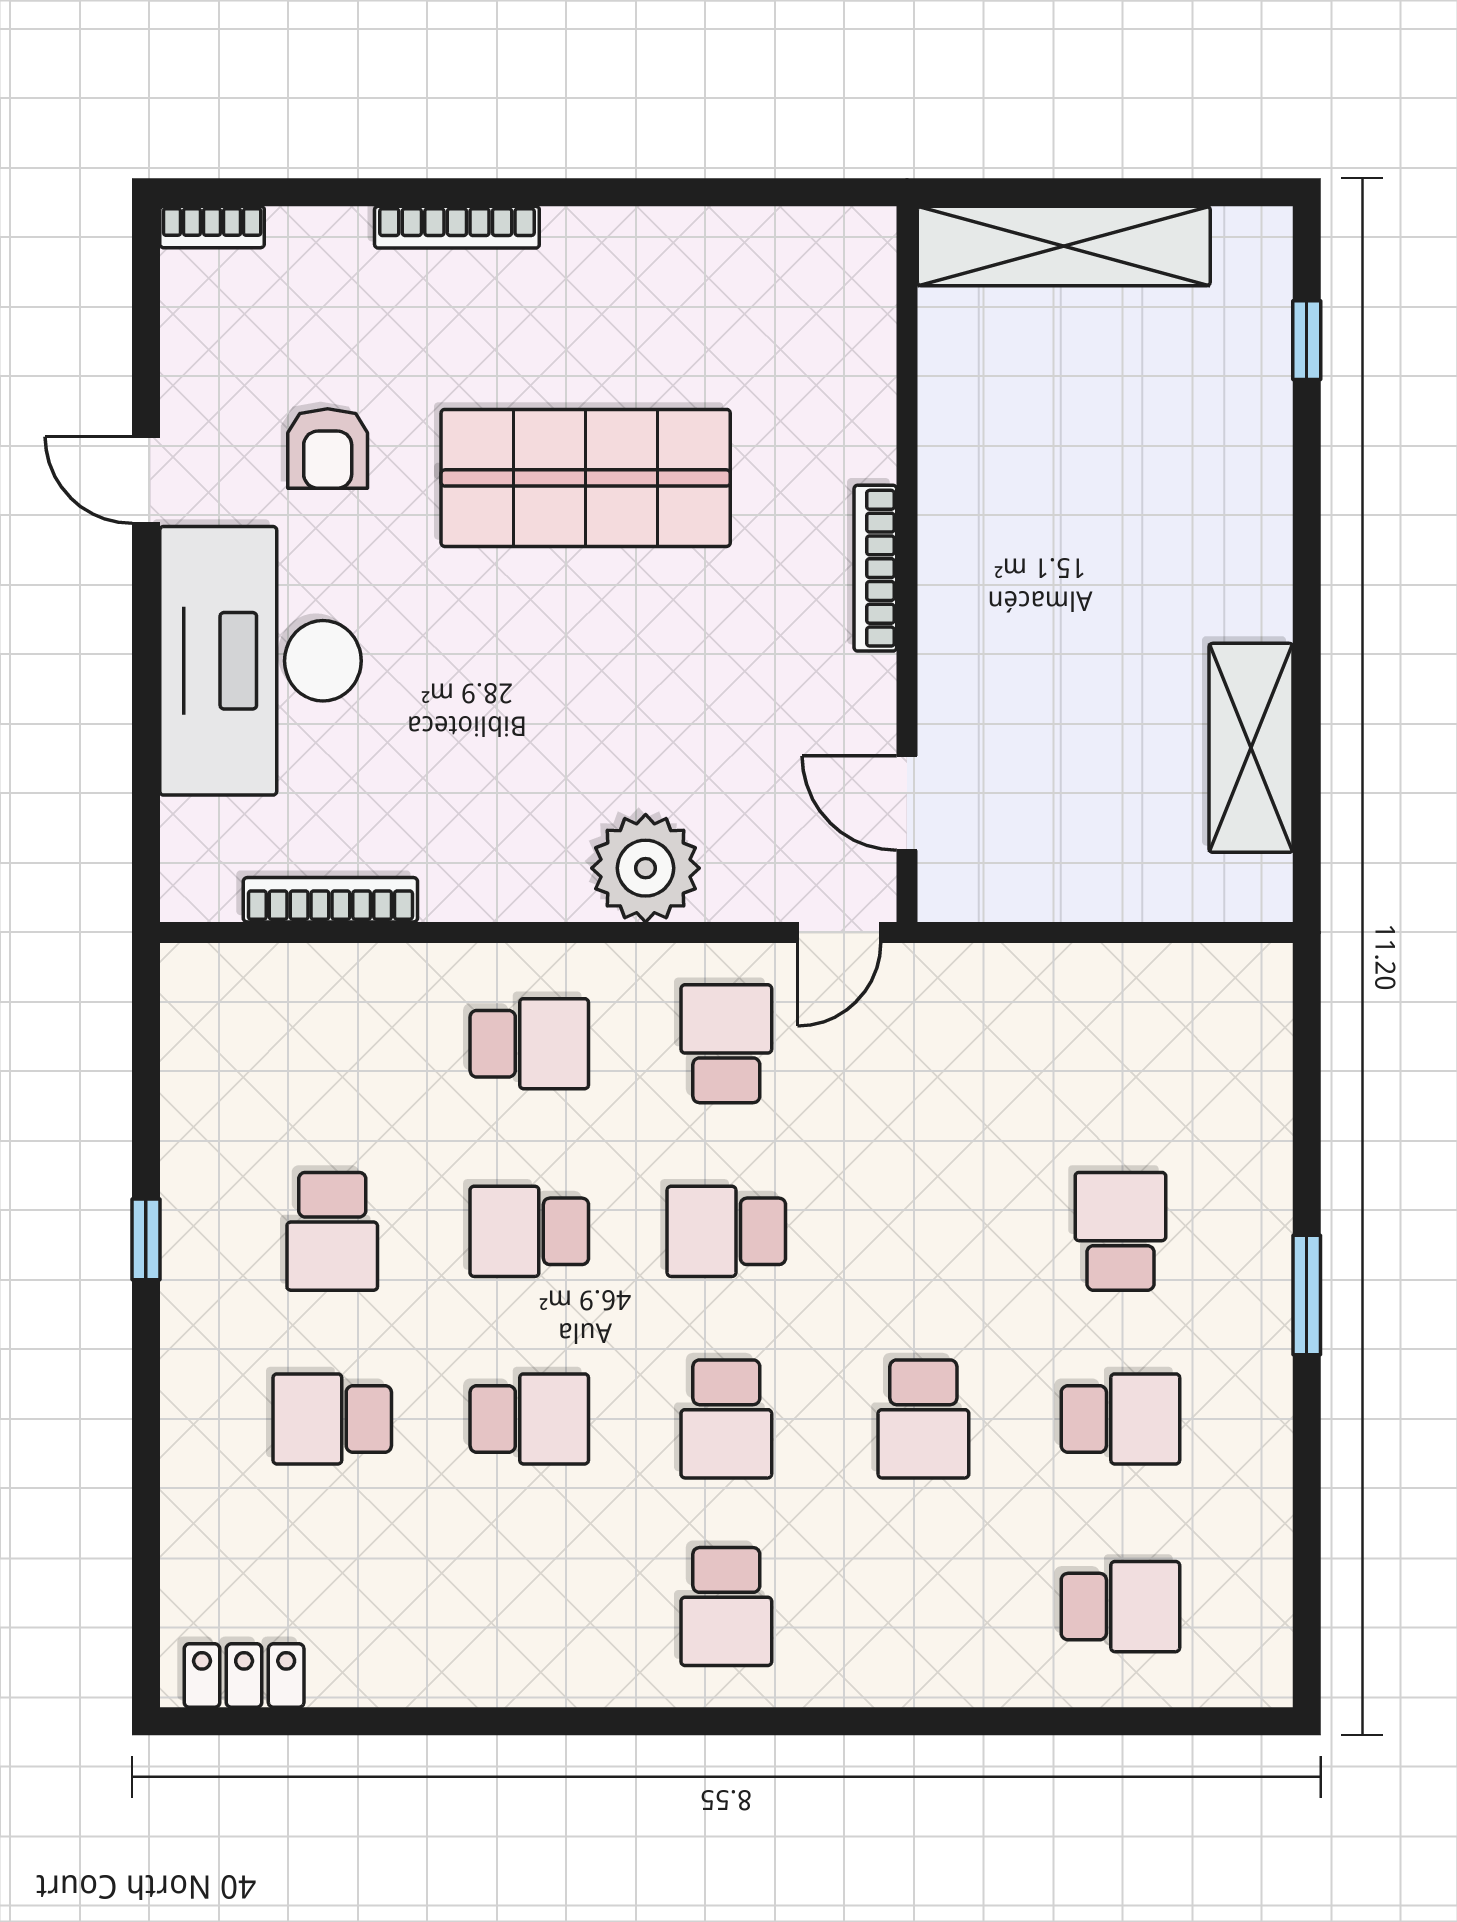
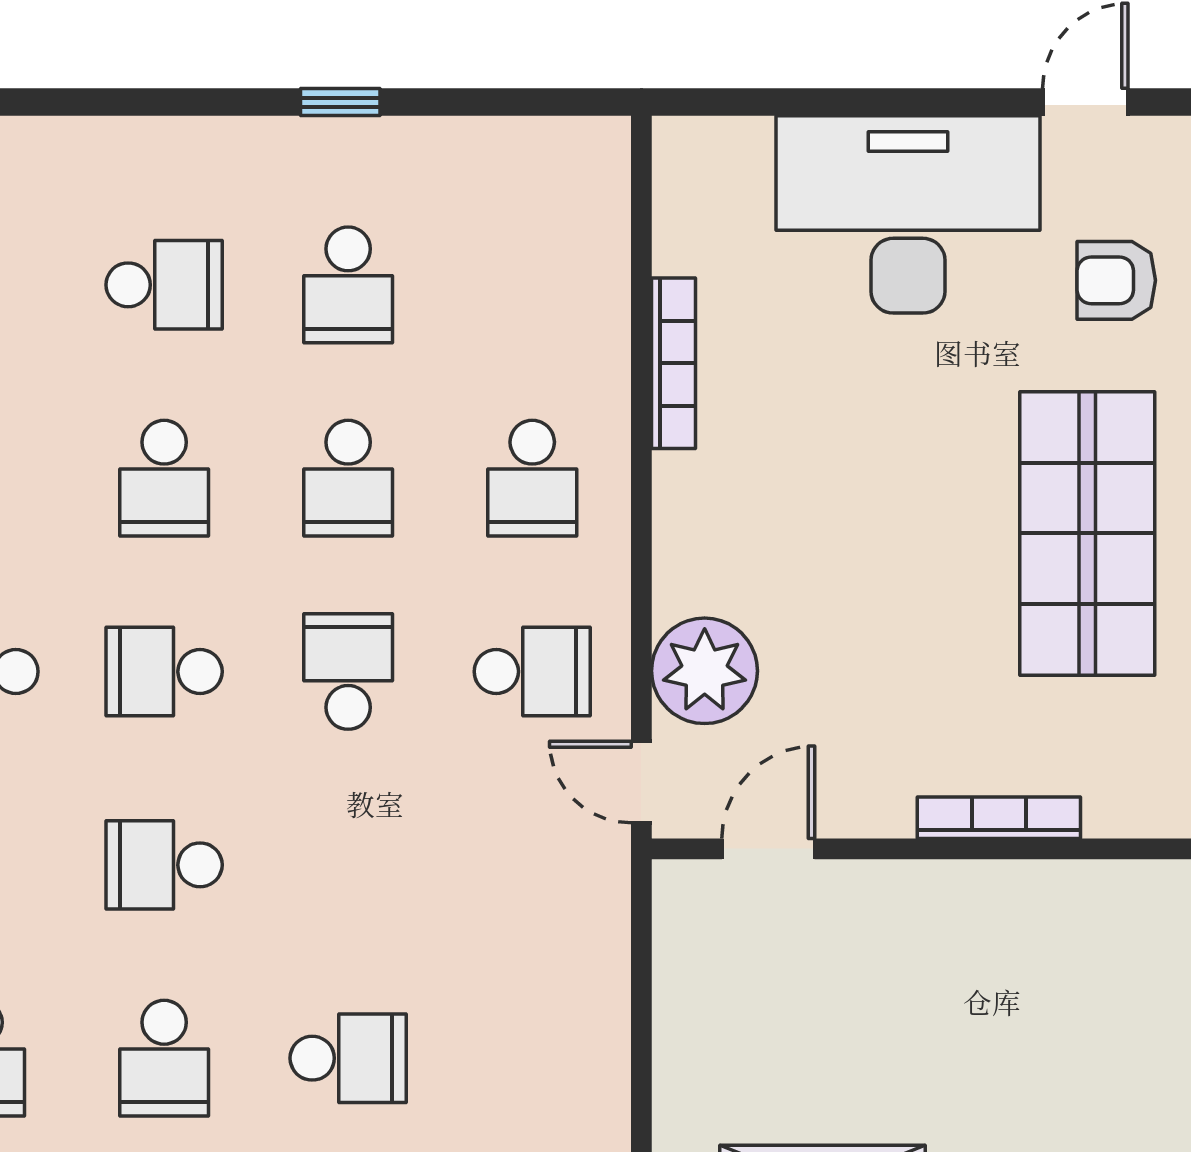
plant: (646, 868) -> (705, 671), moved
bookcase: (330, 900) -> (674, 363), moved
school desk: (332, 1231) -> (348, 285), turned -90
school desk: (529, 1231) -> (348, 478), turned 180
school desk: (332, 1419) -> (164, 285), turned 90

